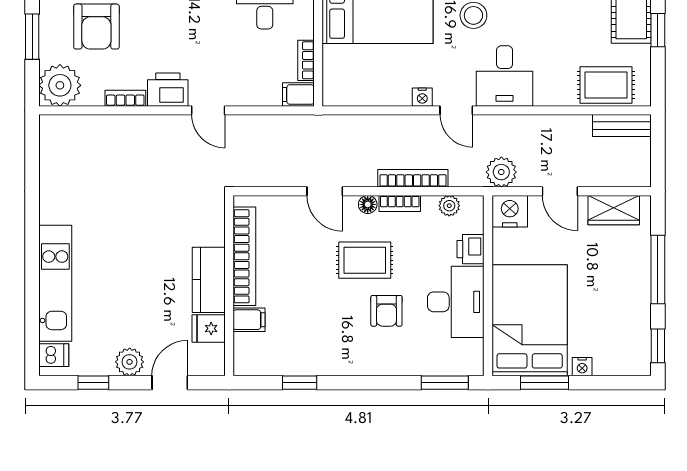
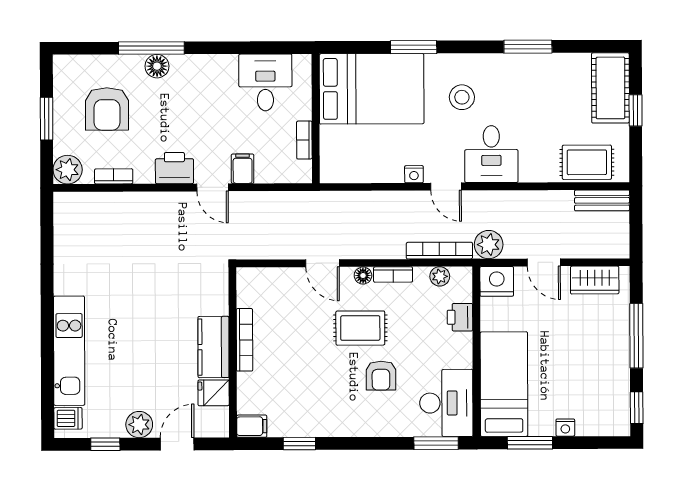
plant: (60, 85) -> (68, 170), width x0.73, depth x0.73
filing cabinet: (298, 94) -> (243, 169), moved, turned 90
bookcase: (125, 98) -> (114, 176), moved
bookcase: (413, 178) -> (439, 251), moved
bookcase: (244, 256) -> (245, 340), width x0.68, depth x0.76
desk: (456, 302) -> (446, 403), moved
filing cabinet: (249, 320) -> (252, 426), moved
bed: (530, 320) -> (504, 384), width x0.67

